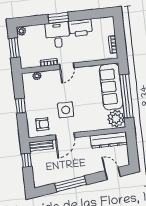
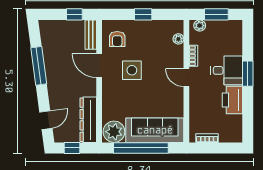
plant: (21, 31) -> (200, 26), moved
window: (132, 150) -> (72, 148), added

